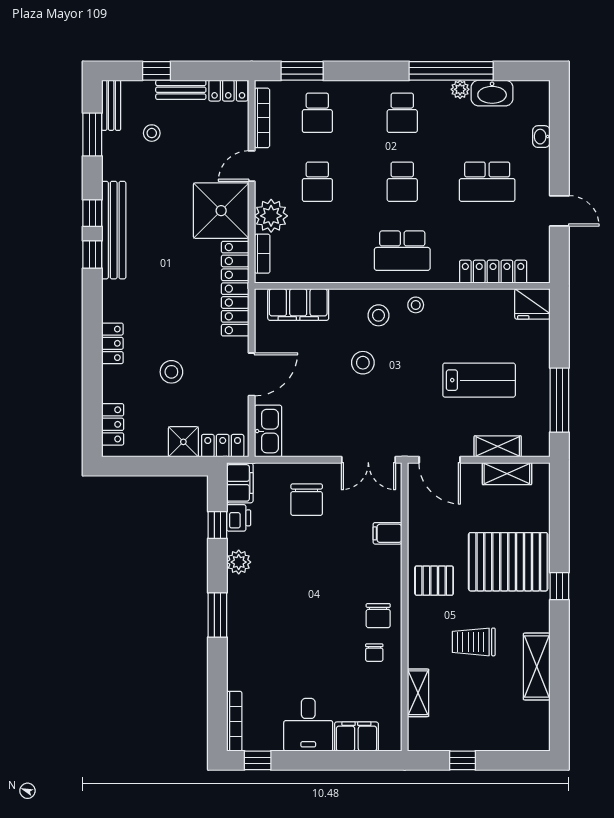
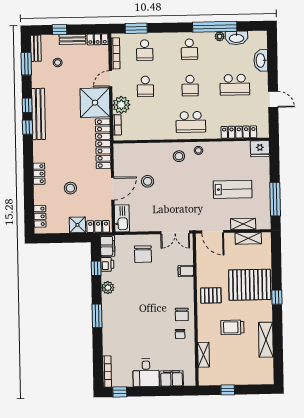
washbasin: (541, 137) -> (261, 60), width x1.91, depth x1.45
filing cabinet: (298, 305) -> (137, 151), removed
stool: (363, 363) -> (148, 181), moved

